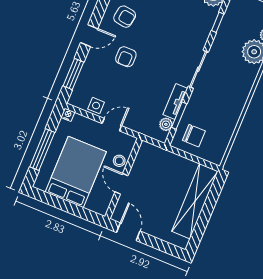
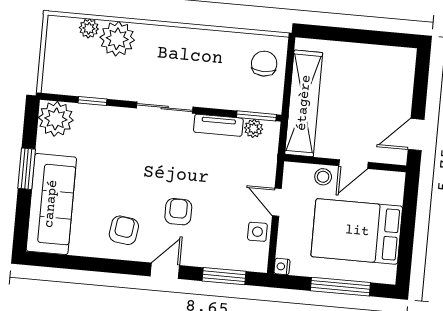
door: (89, 36) -> (165, 271), hinge flipped
armchair: (126, 57) -> (178, 212), turned -90
window: (179, 116) -> (256, 116), moved
chair: (194, 136) -> (264, 64), moved
shelving: (195, 201) -> (304, 103), moved, turned 90

